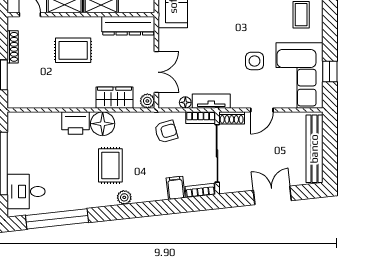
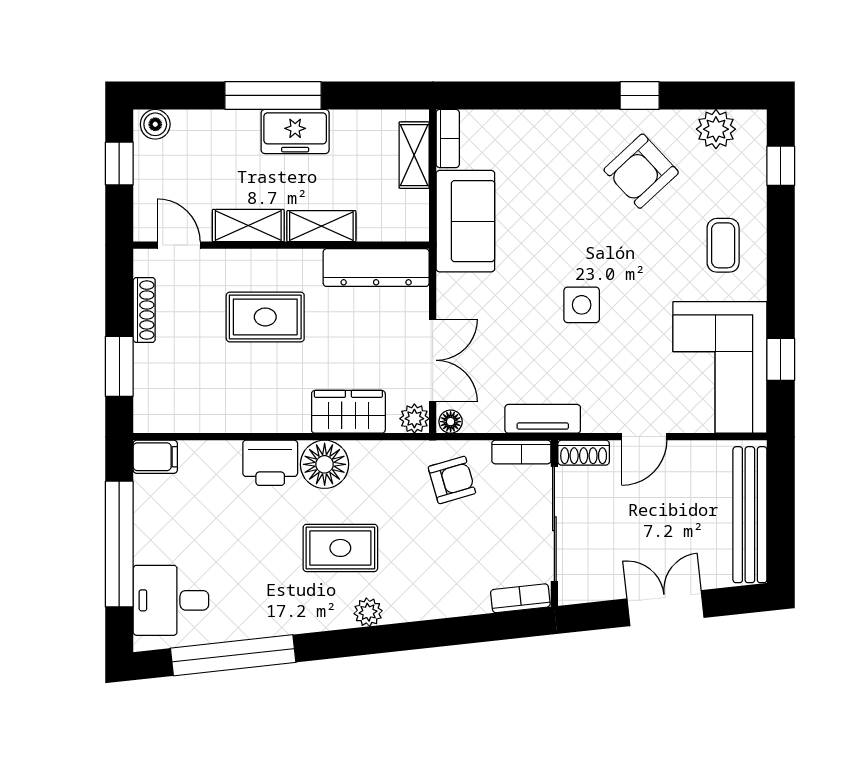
side table: (255, 61) -> (582, 305), moved
floor lamp: (185, 102) -> (451, 422), moved
rug: (110, 165) -> (340, 548), turned 90
filing cabinet: (176, 188) -> (155, 457), moved, turned 96

